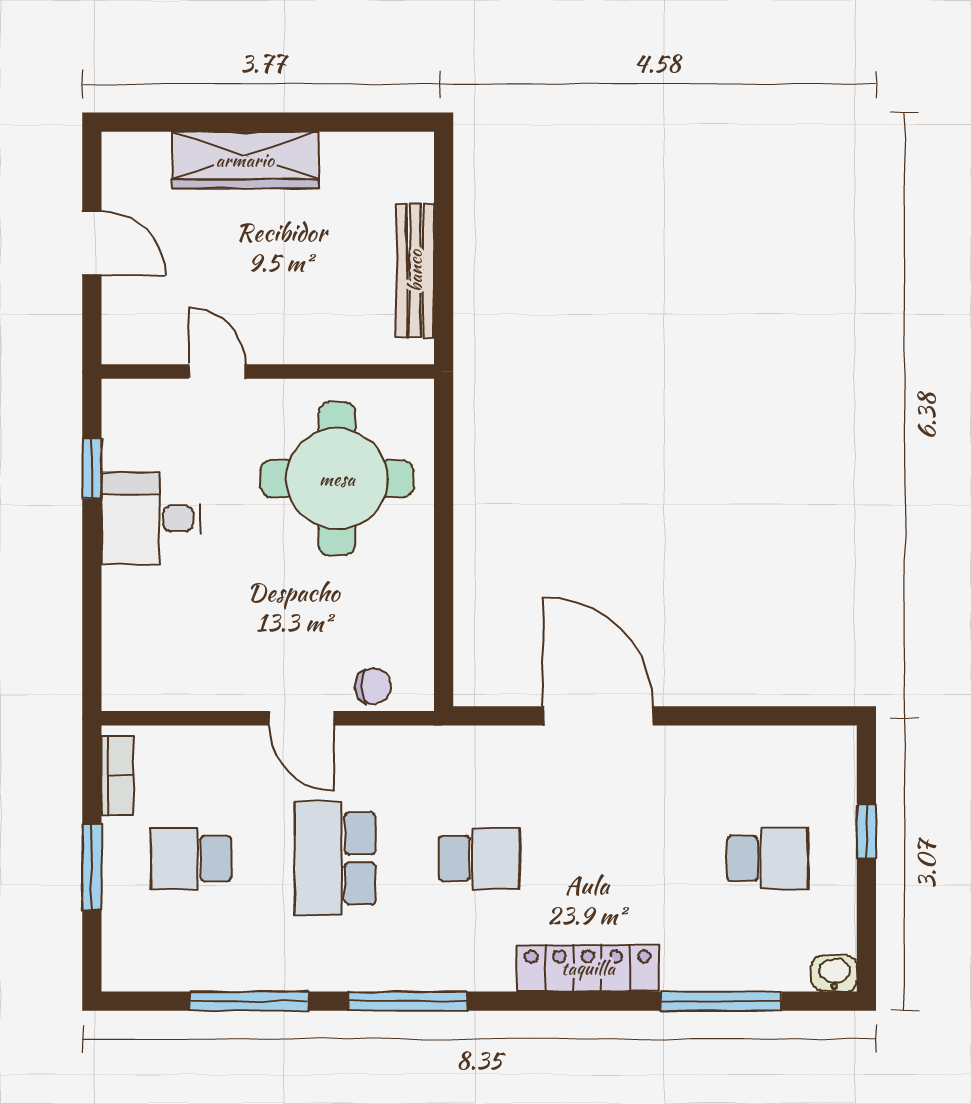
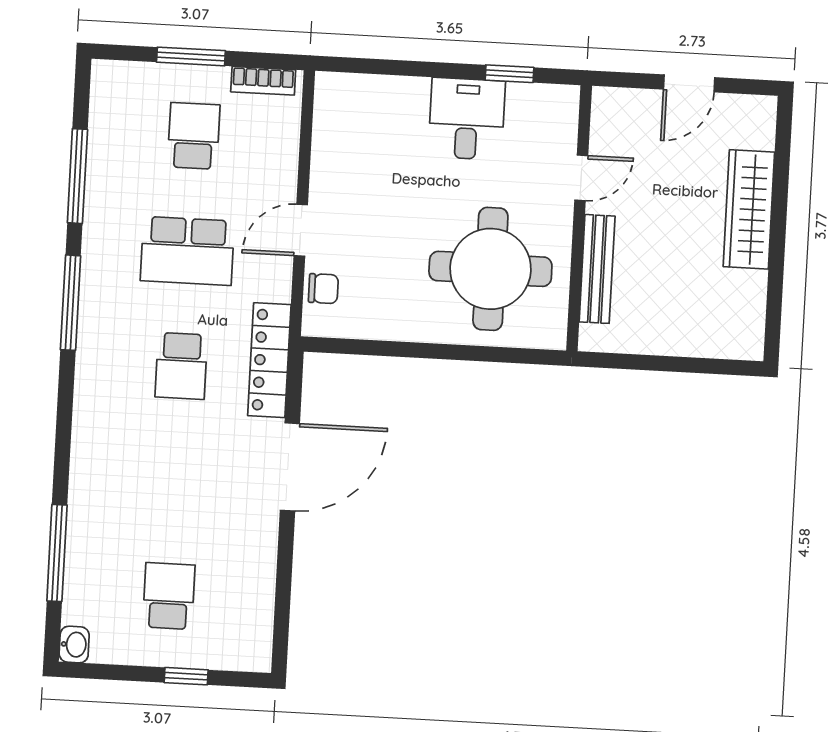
bench: (415, 271) -> (597, 269), moved, turned 90
chair: (373, 686) -> (323, 289), turned -90
school desk: (335, 858) -> (187, 251), turned 180
school desk: (767, 858) -> (169, 596), turned 180
locker: (588, 968) -> (269, 360), moved, turned 180

